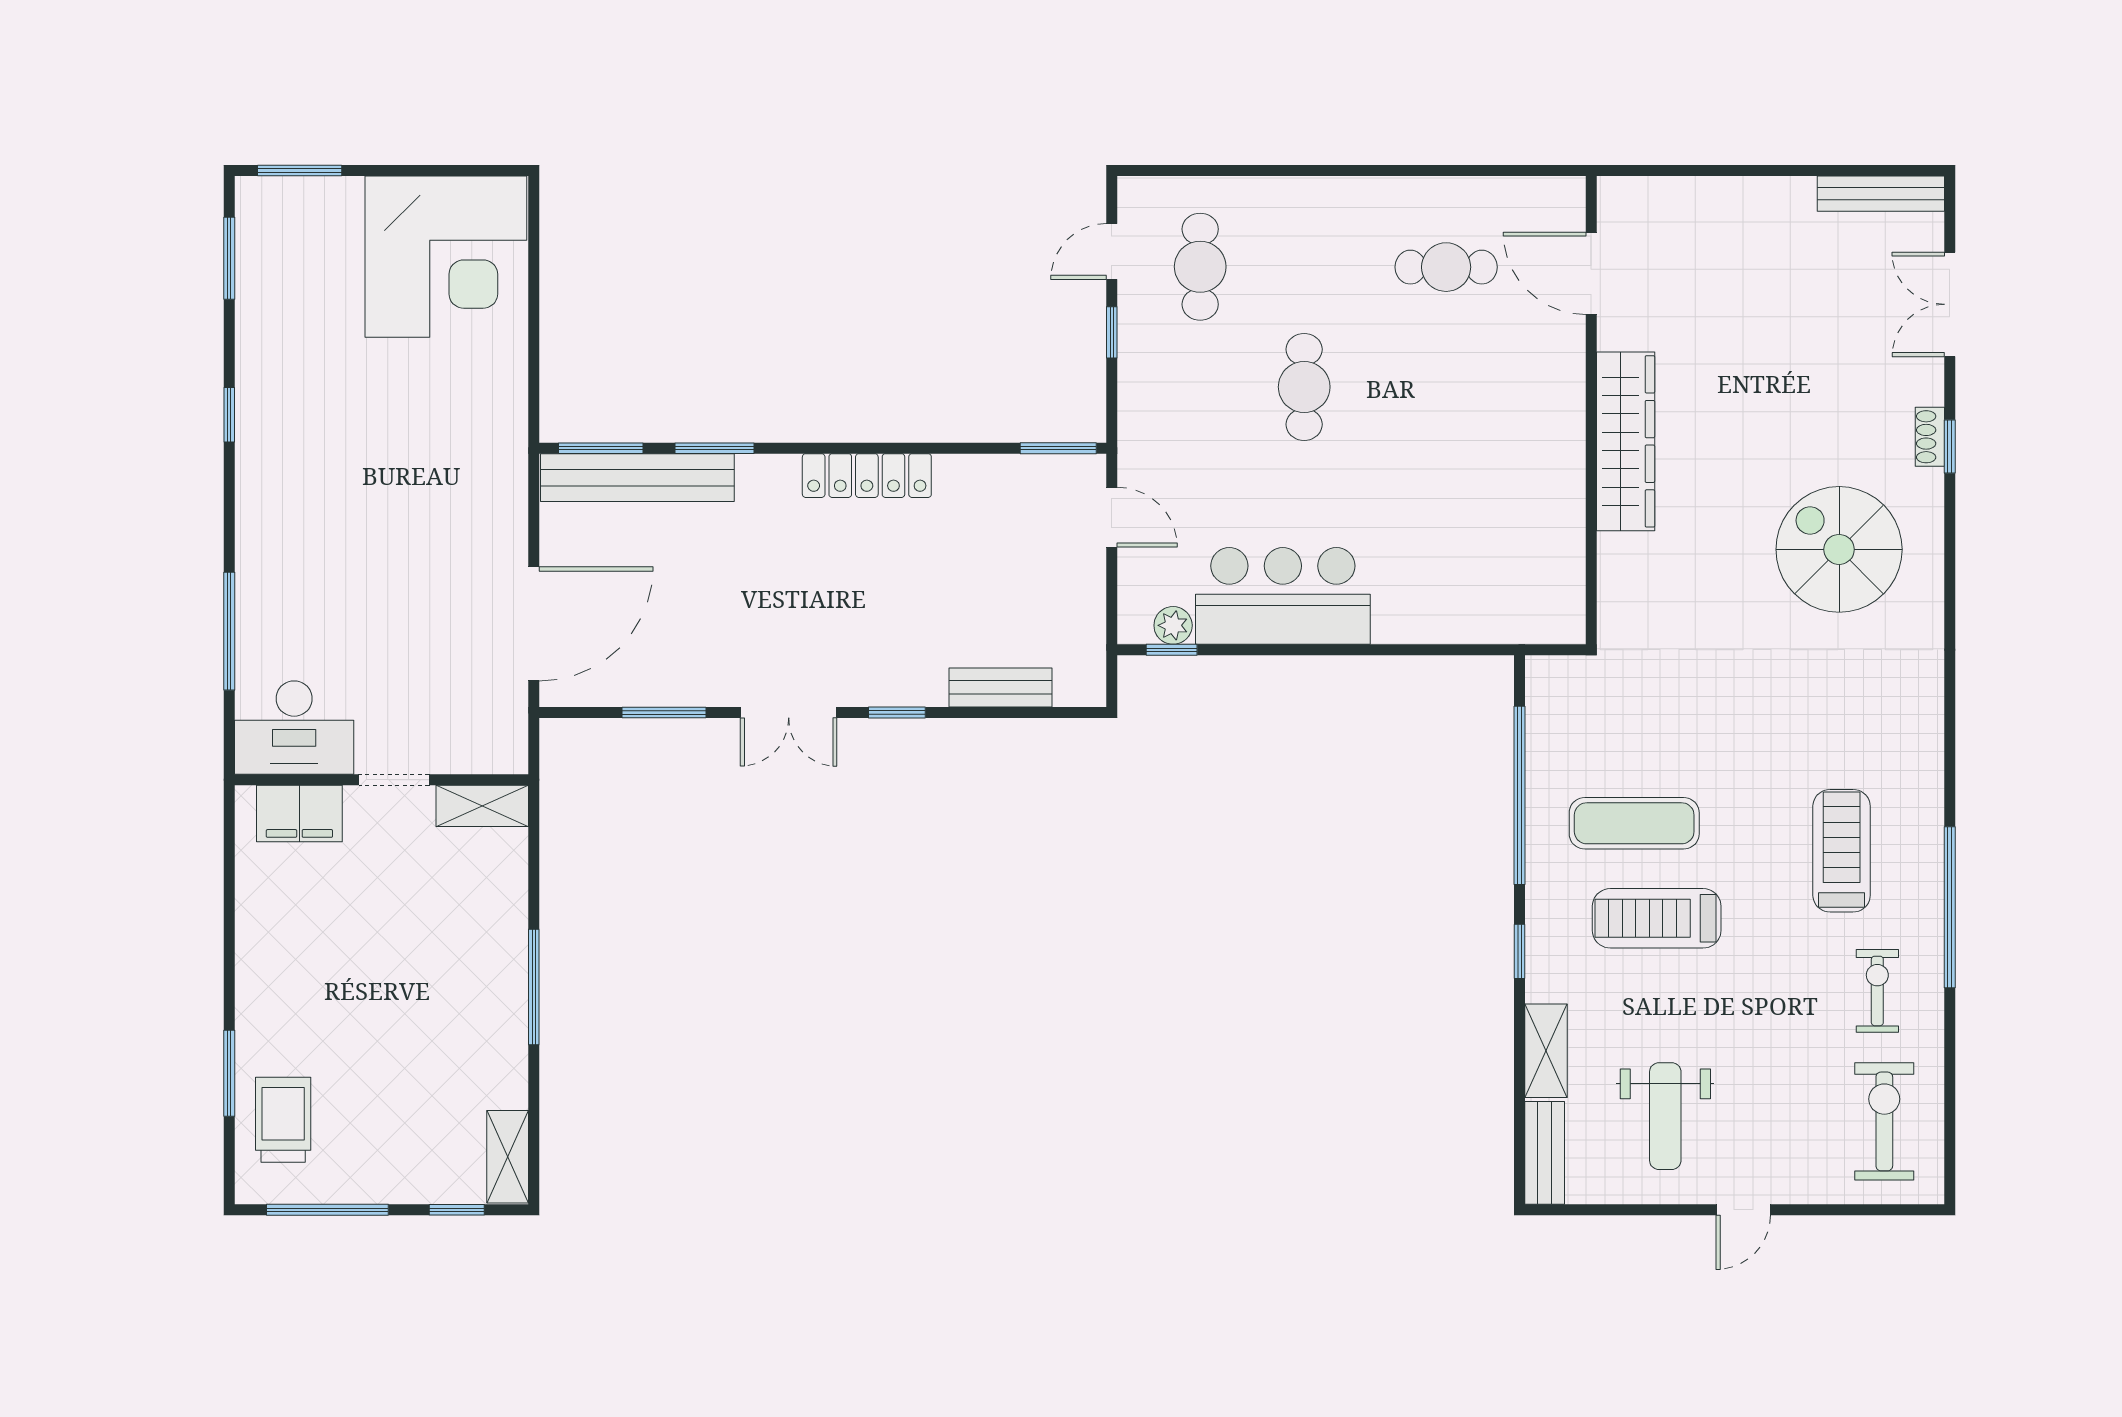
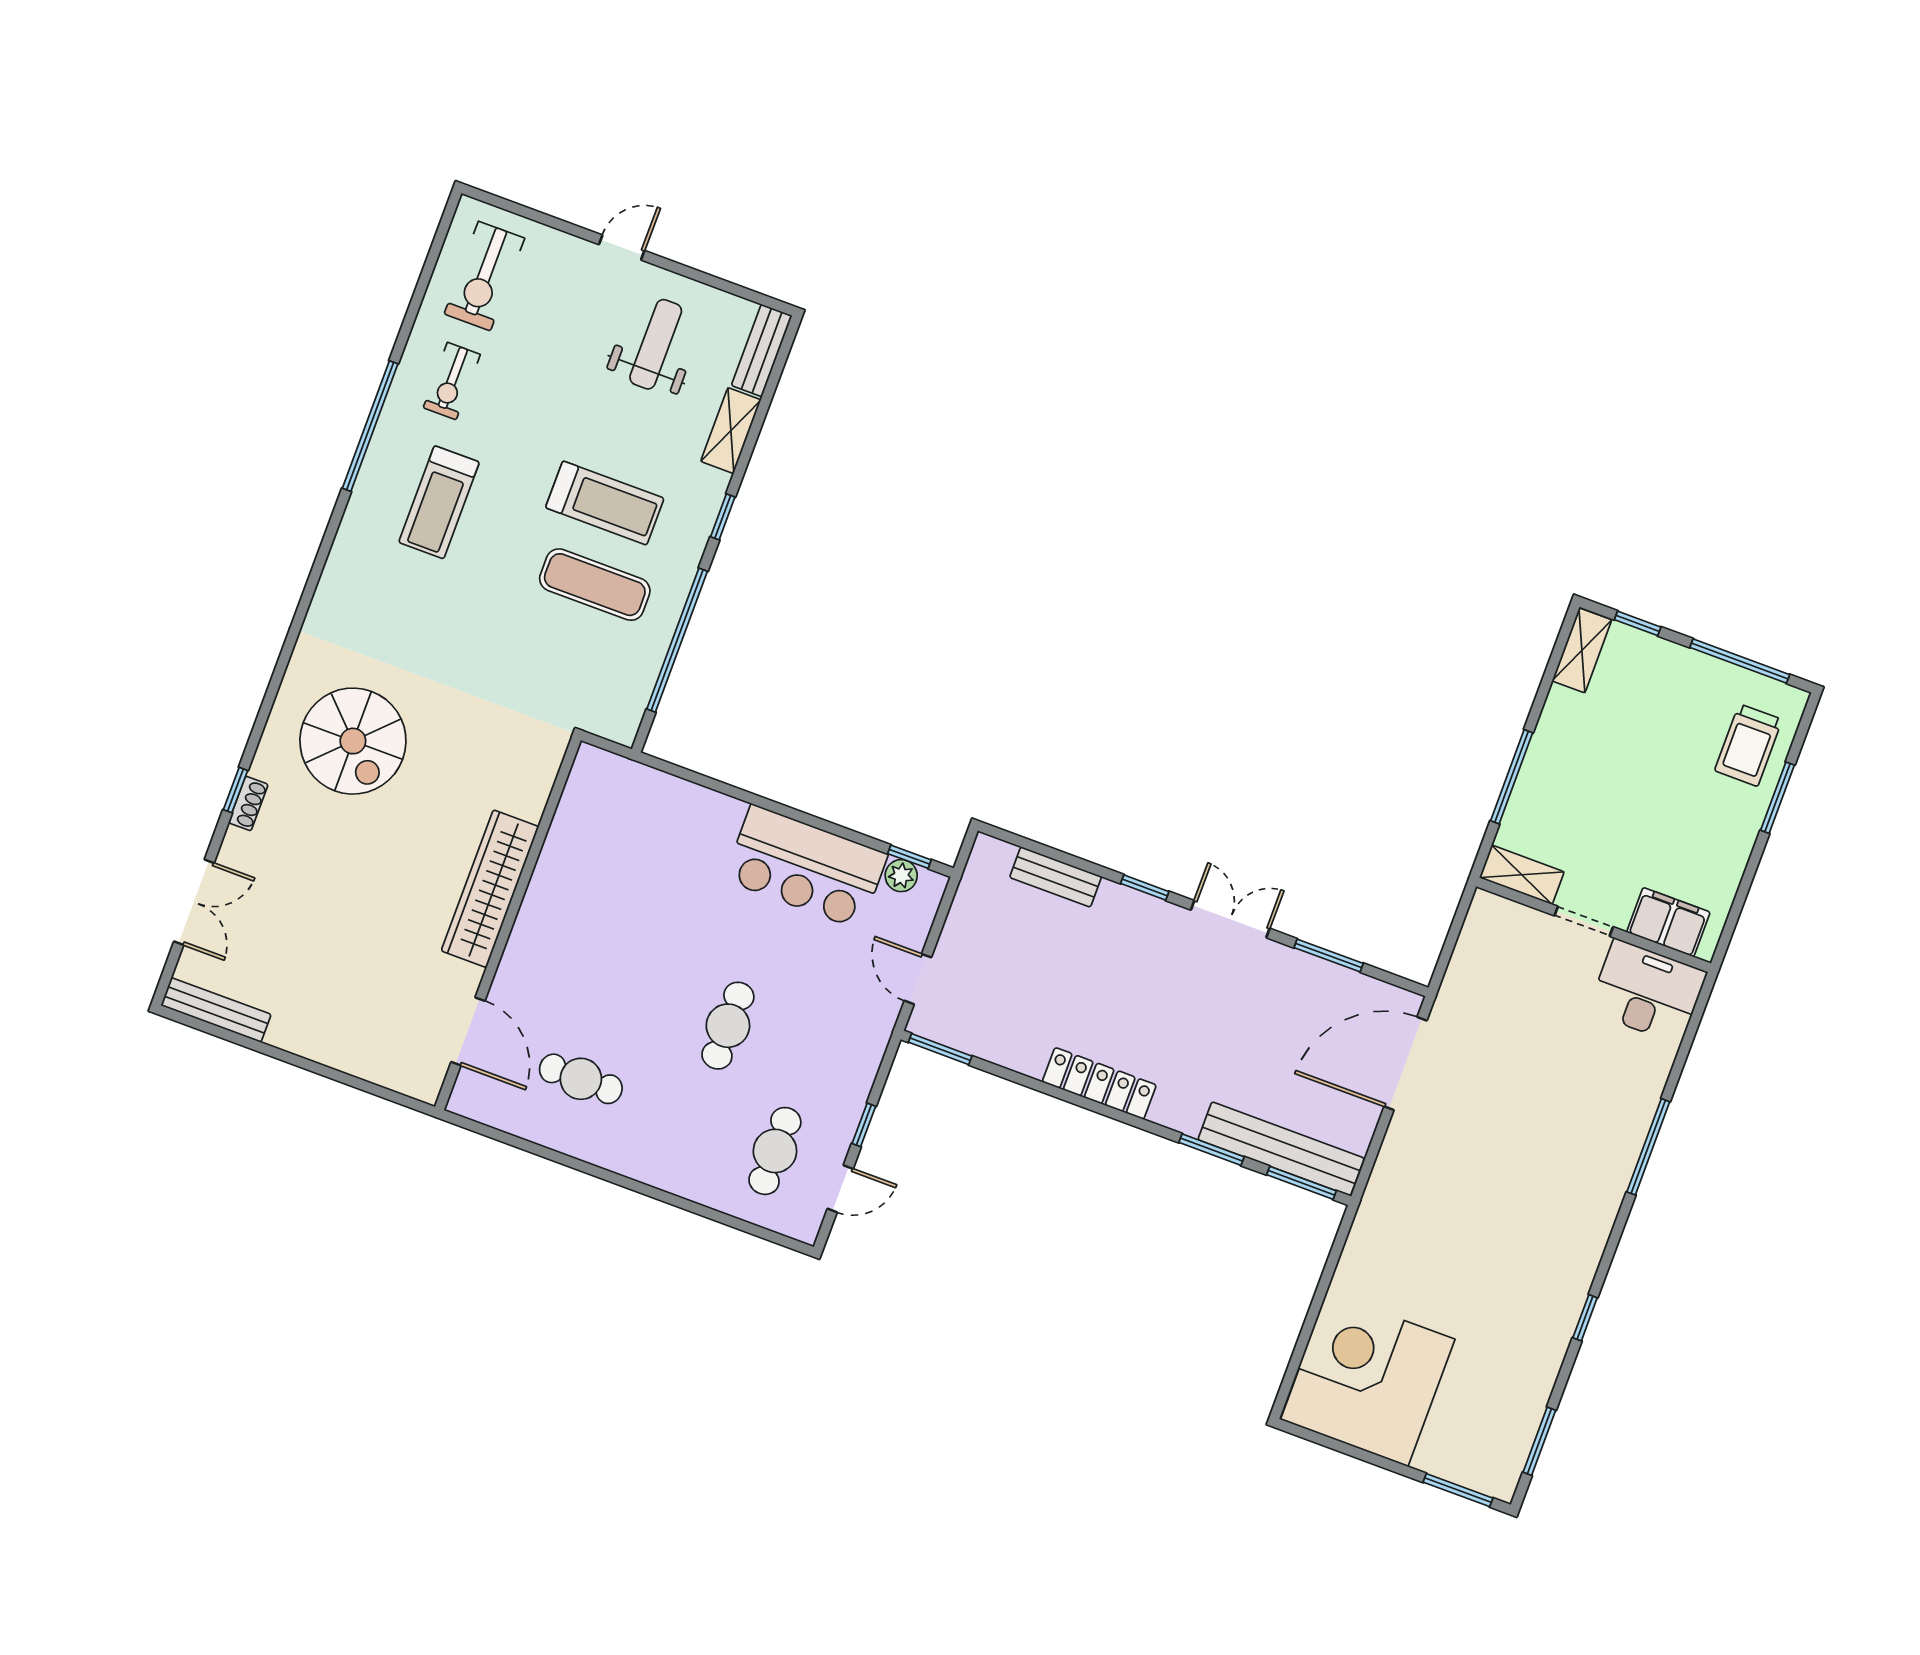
desk: (294, 728) -> (1647, 992), moved
wall: (382, 780) -> (1594, 925), moved
doorway: (394, 780) -> (1584, 921), moved
shelving: (482, 806) -> (1522, 875), moved
filing cabinet: (299, 814) -> (1668, 922), moved

